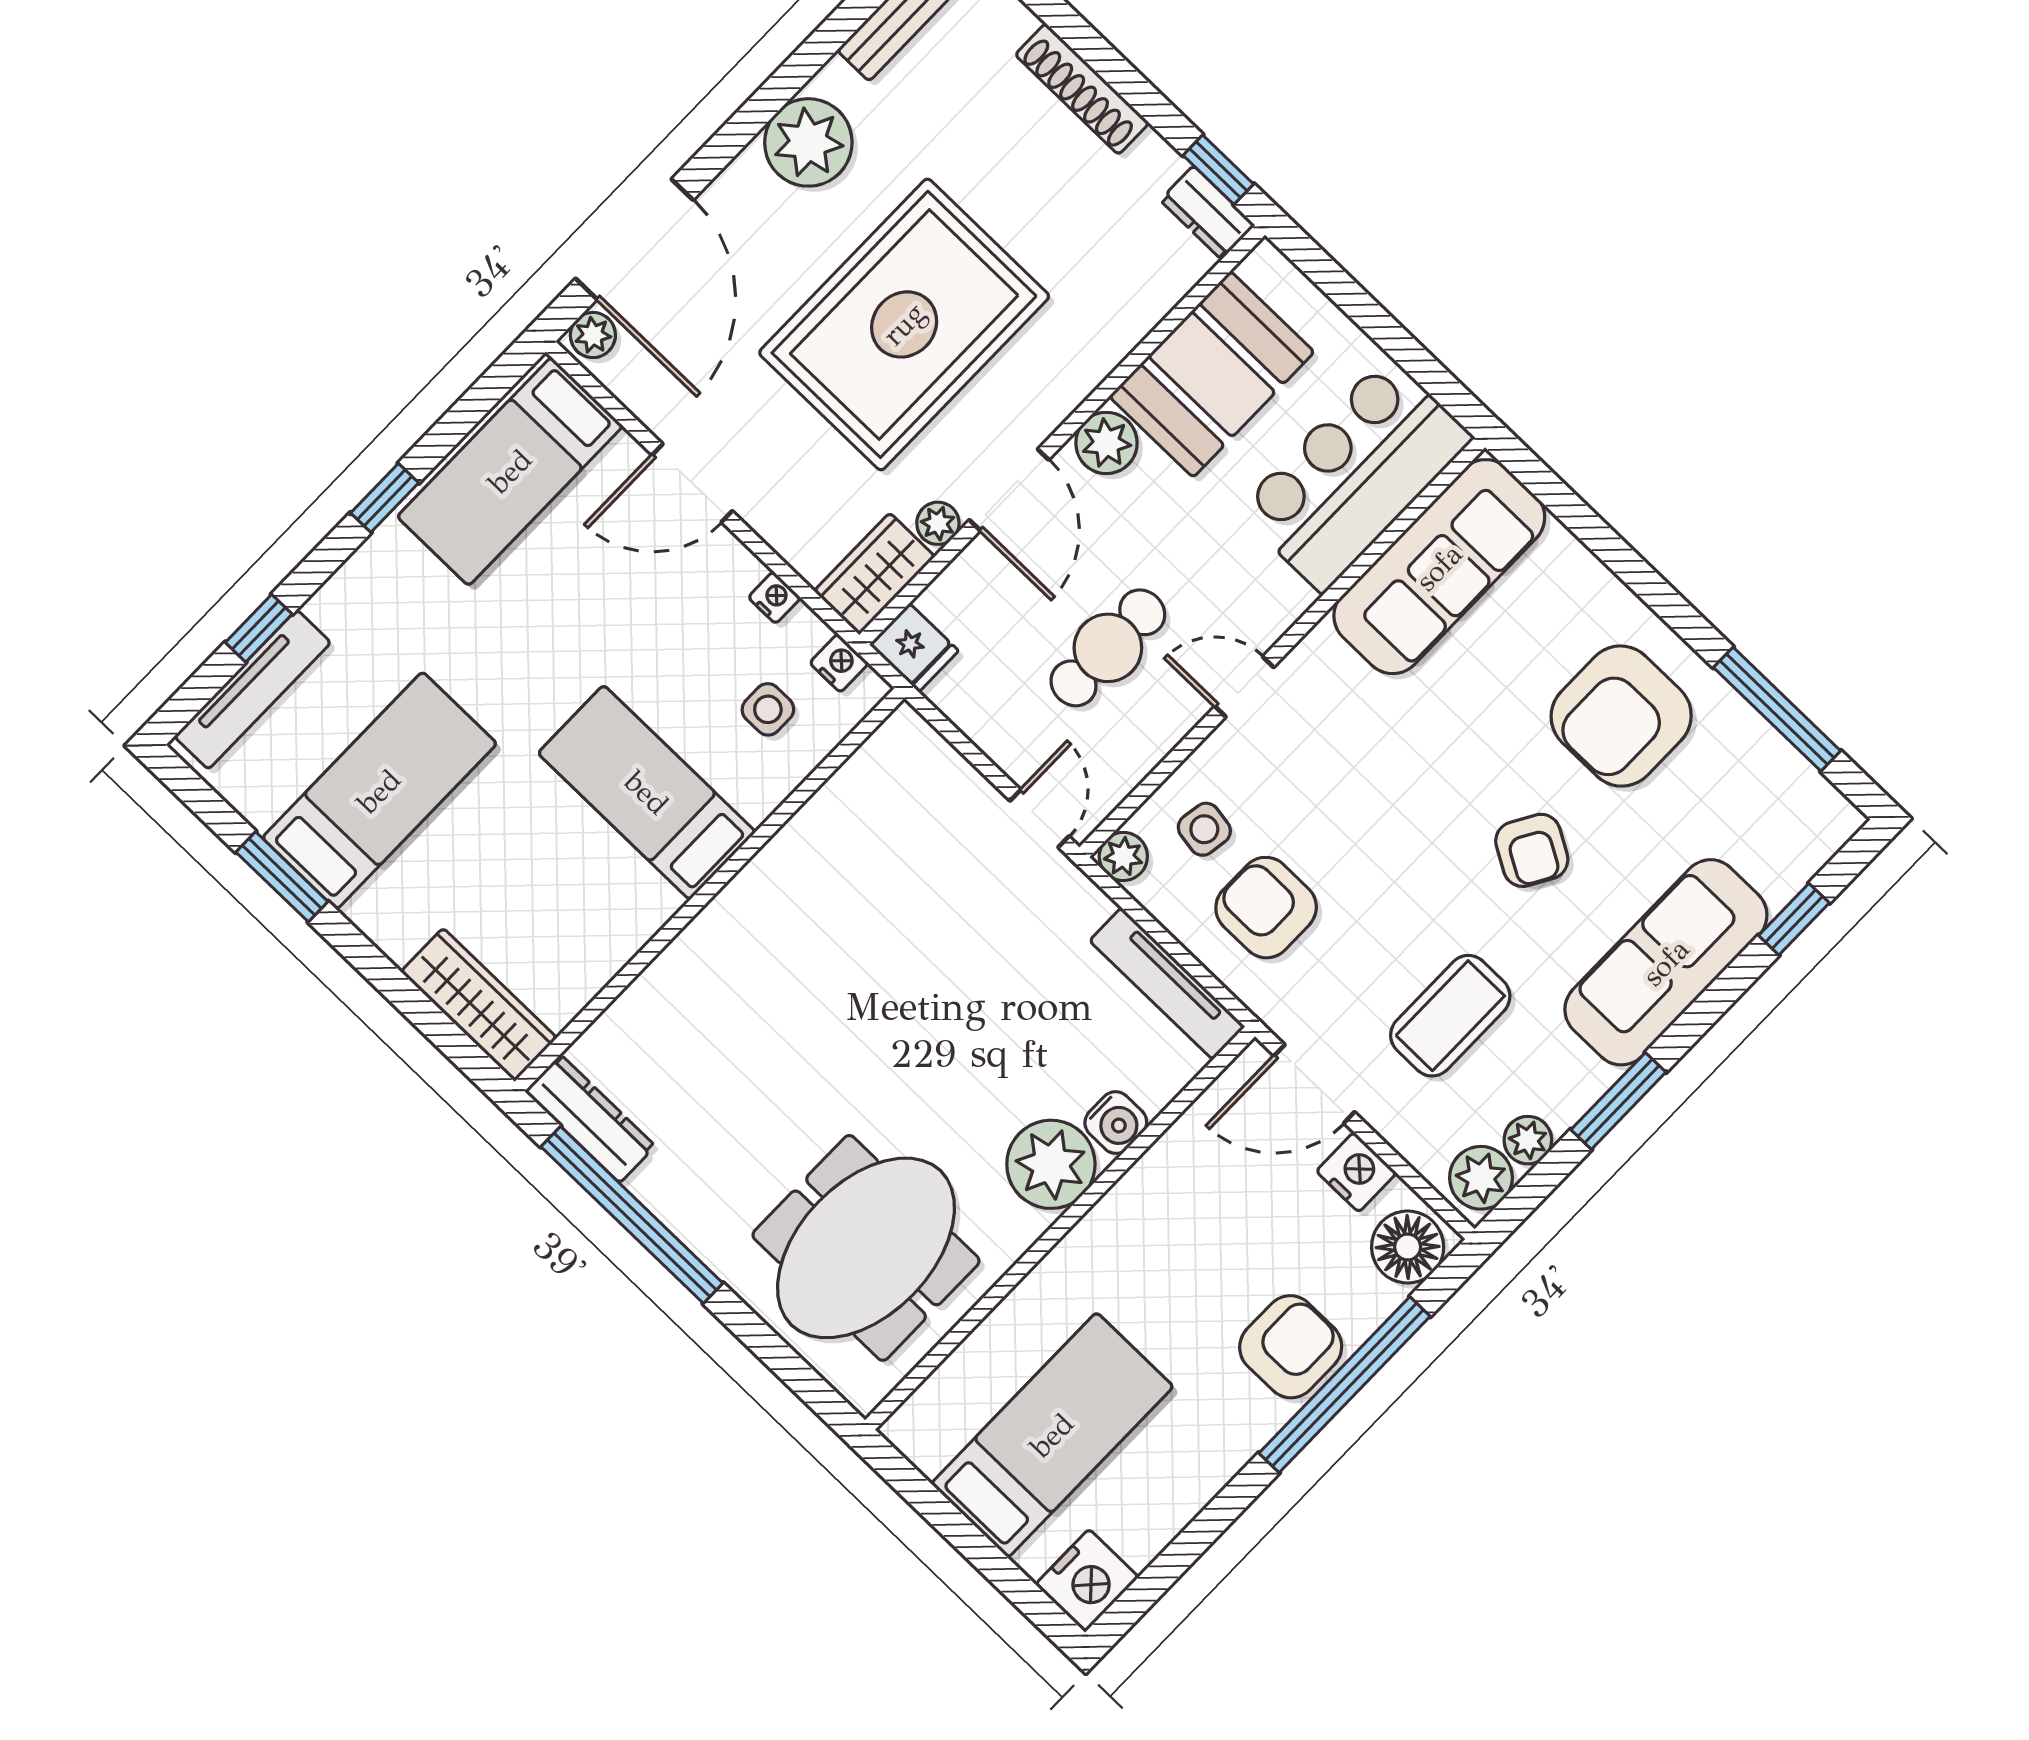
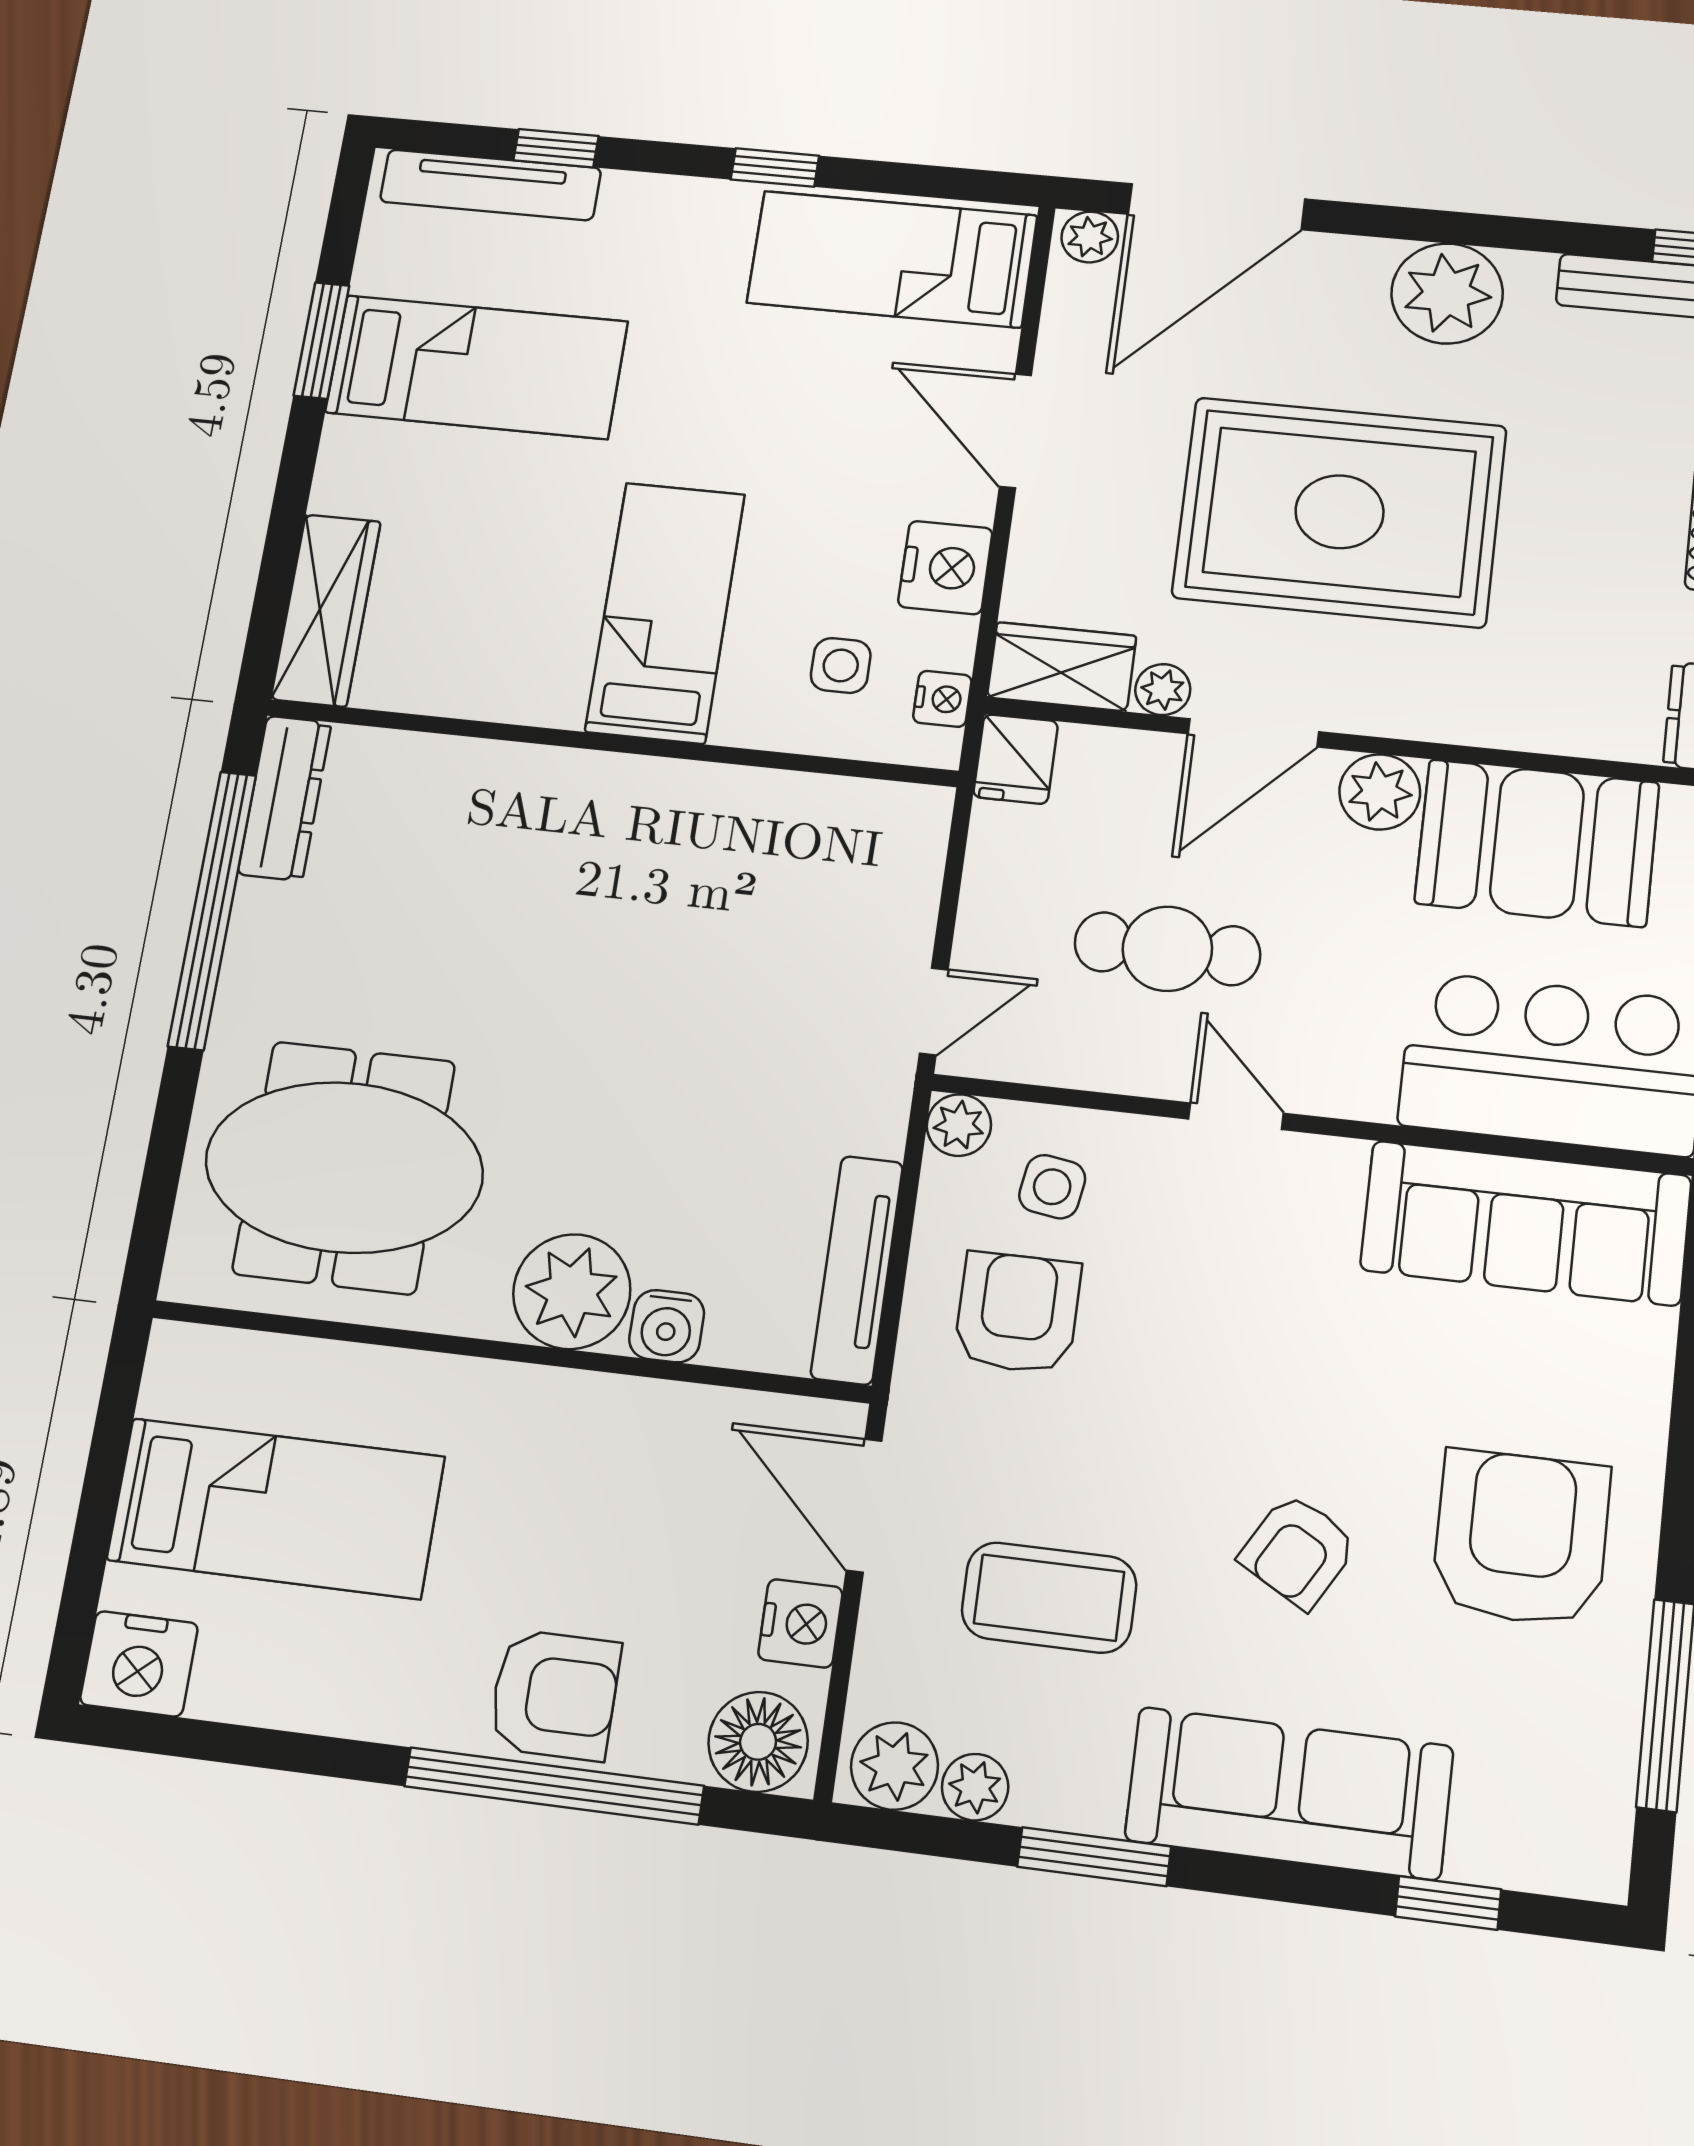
nightstand: (774, 598) -> (945, 568), width x1.89, depth x1.79
armchair: (1621, 716) -> (1521, 1538), turned 90

